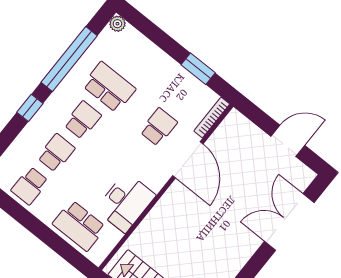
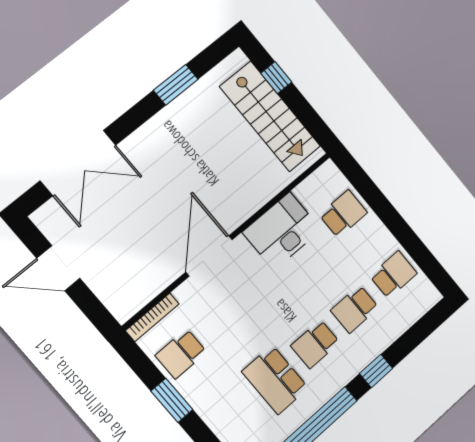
window: (198, 69) -> (172, 400), moved
school desk: (159, 127) -> (181, 354), moved
door: (188, 160) -> (209, 256), moved
school desk: (79, 226) -> (343, 214), width x0.54

